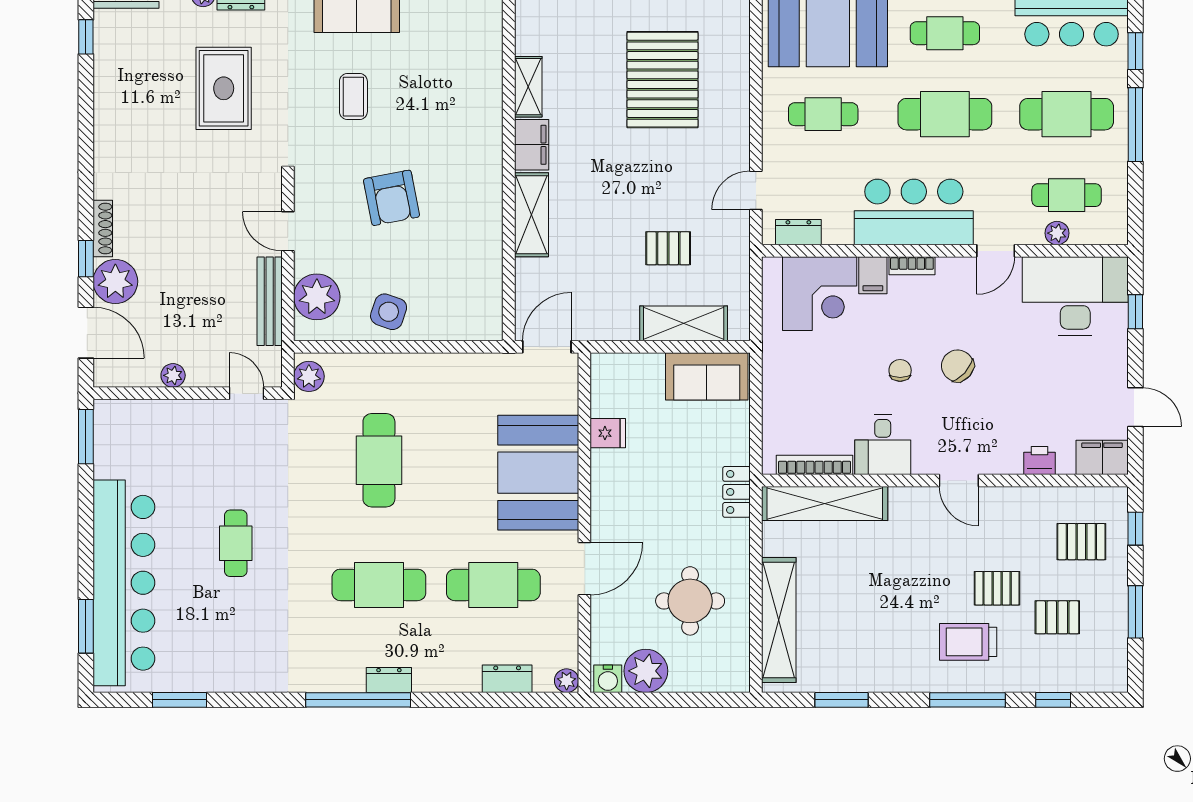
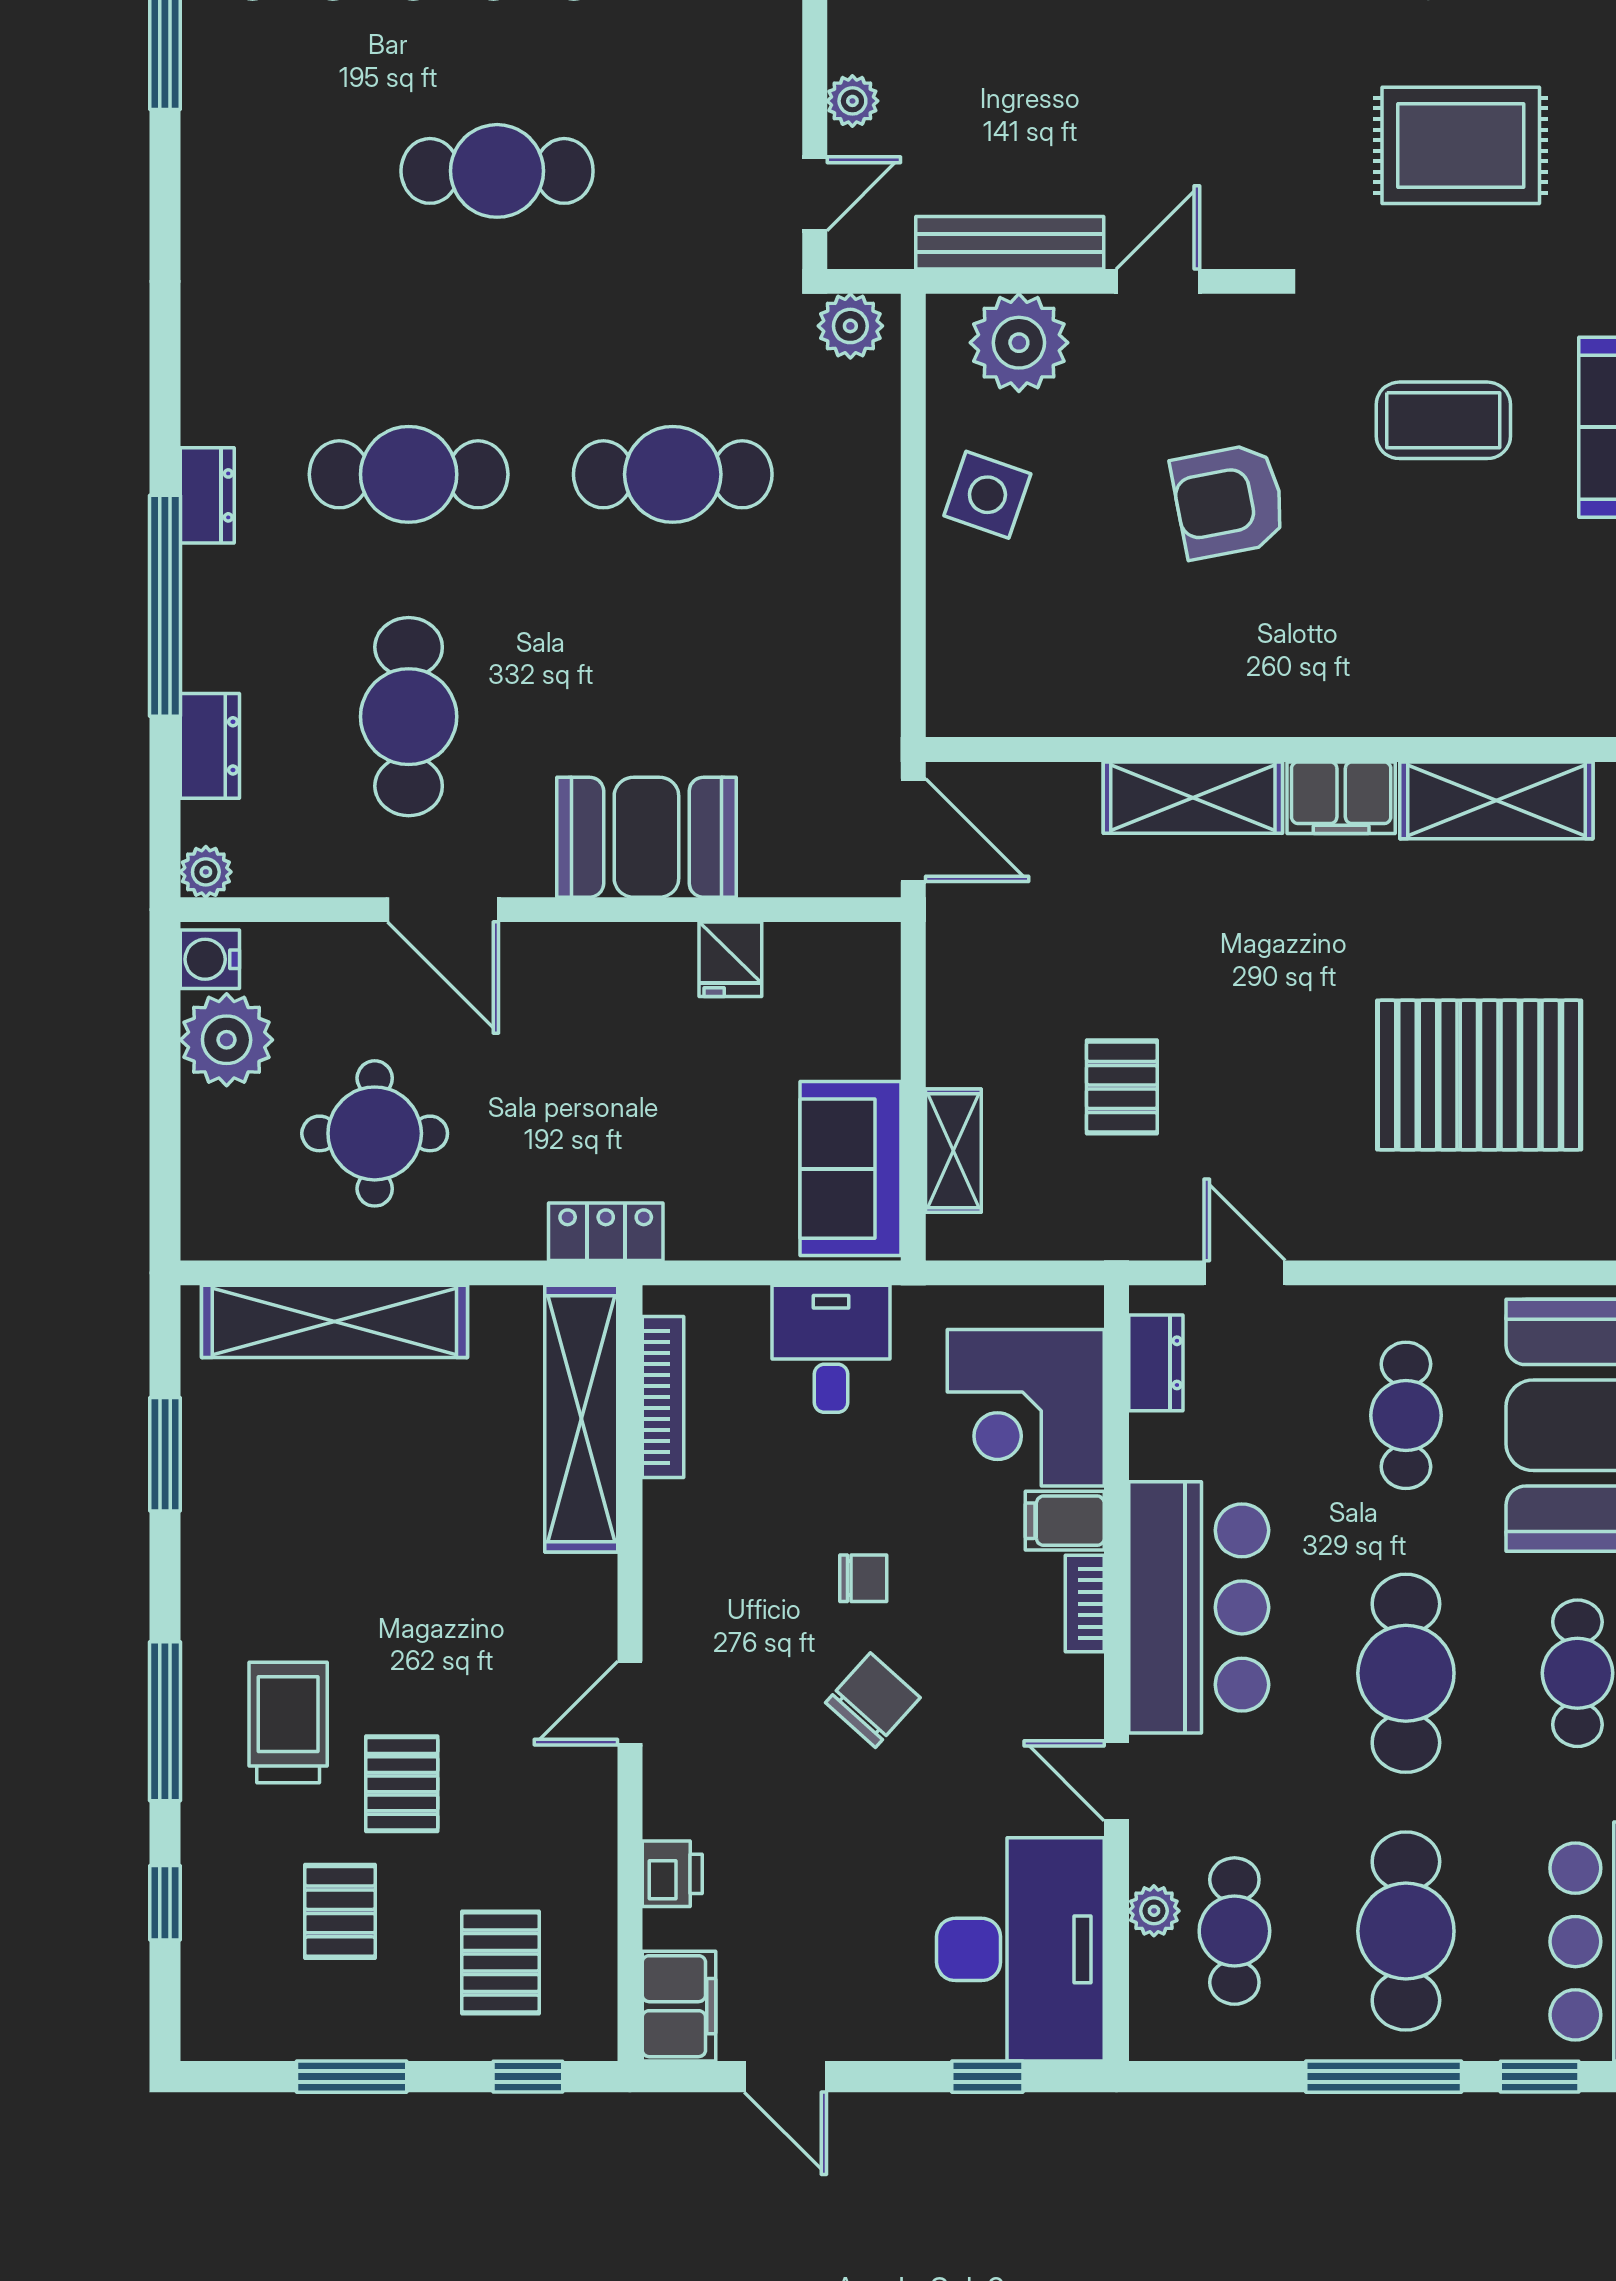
shelving: (528, 87) -> (1496, 800), width x1.50, depth x1.33
coffee table: (353, 97) -> (1443, 420), width x1.36, depth x1.30
shelving: (684, 323) -> (953, 1151), width x0.67, depth x0.75
plant: (173, 375) -> (852, 101), moved
door: (1135, 407) -> (785, 2077), hinge flipped
desk: (883, 445) -> (831, 1349), moved, turned 90
booth: (538, 473) -> (646, 837), width x0.73, depth x0.70
cafe table: (236, 543) -> (497, 171), width x1.37, depth x1.35
cafe table: (379, 585) -> (409, 474), turned 90
window: (358, 700) -> (165, 606), moved

